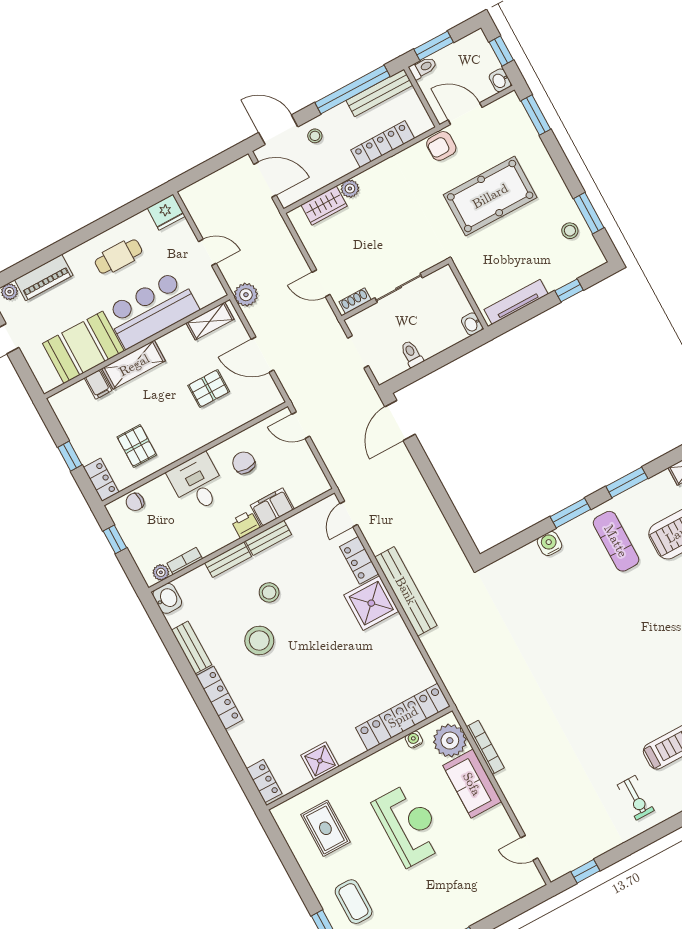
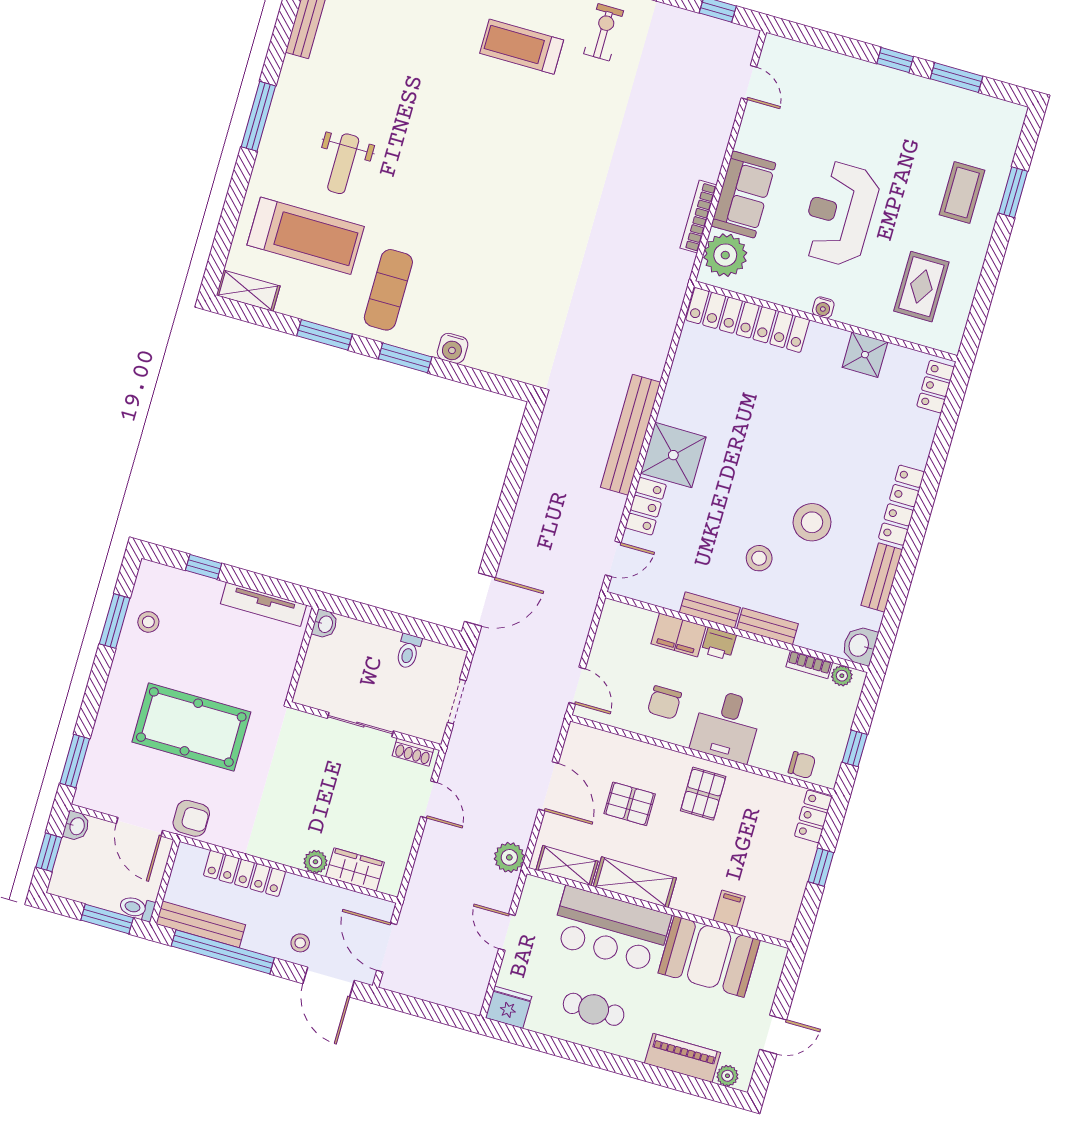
shelving: (134, 365) -> (635, 882), moved
pallet: (137, 446) -> (703, 794), moved
water cooler: (414, 739) -> (823, 308), moved

